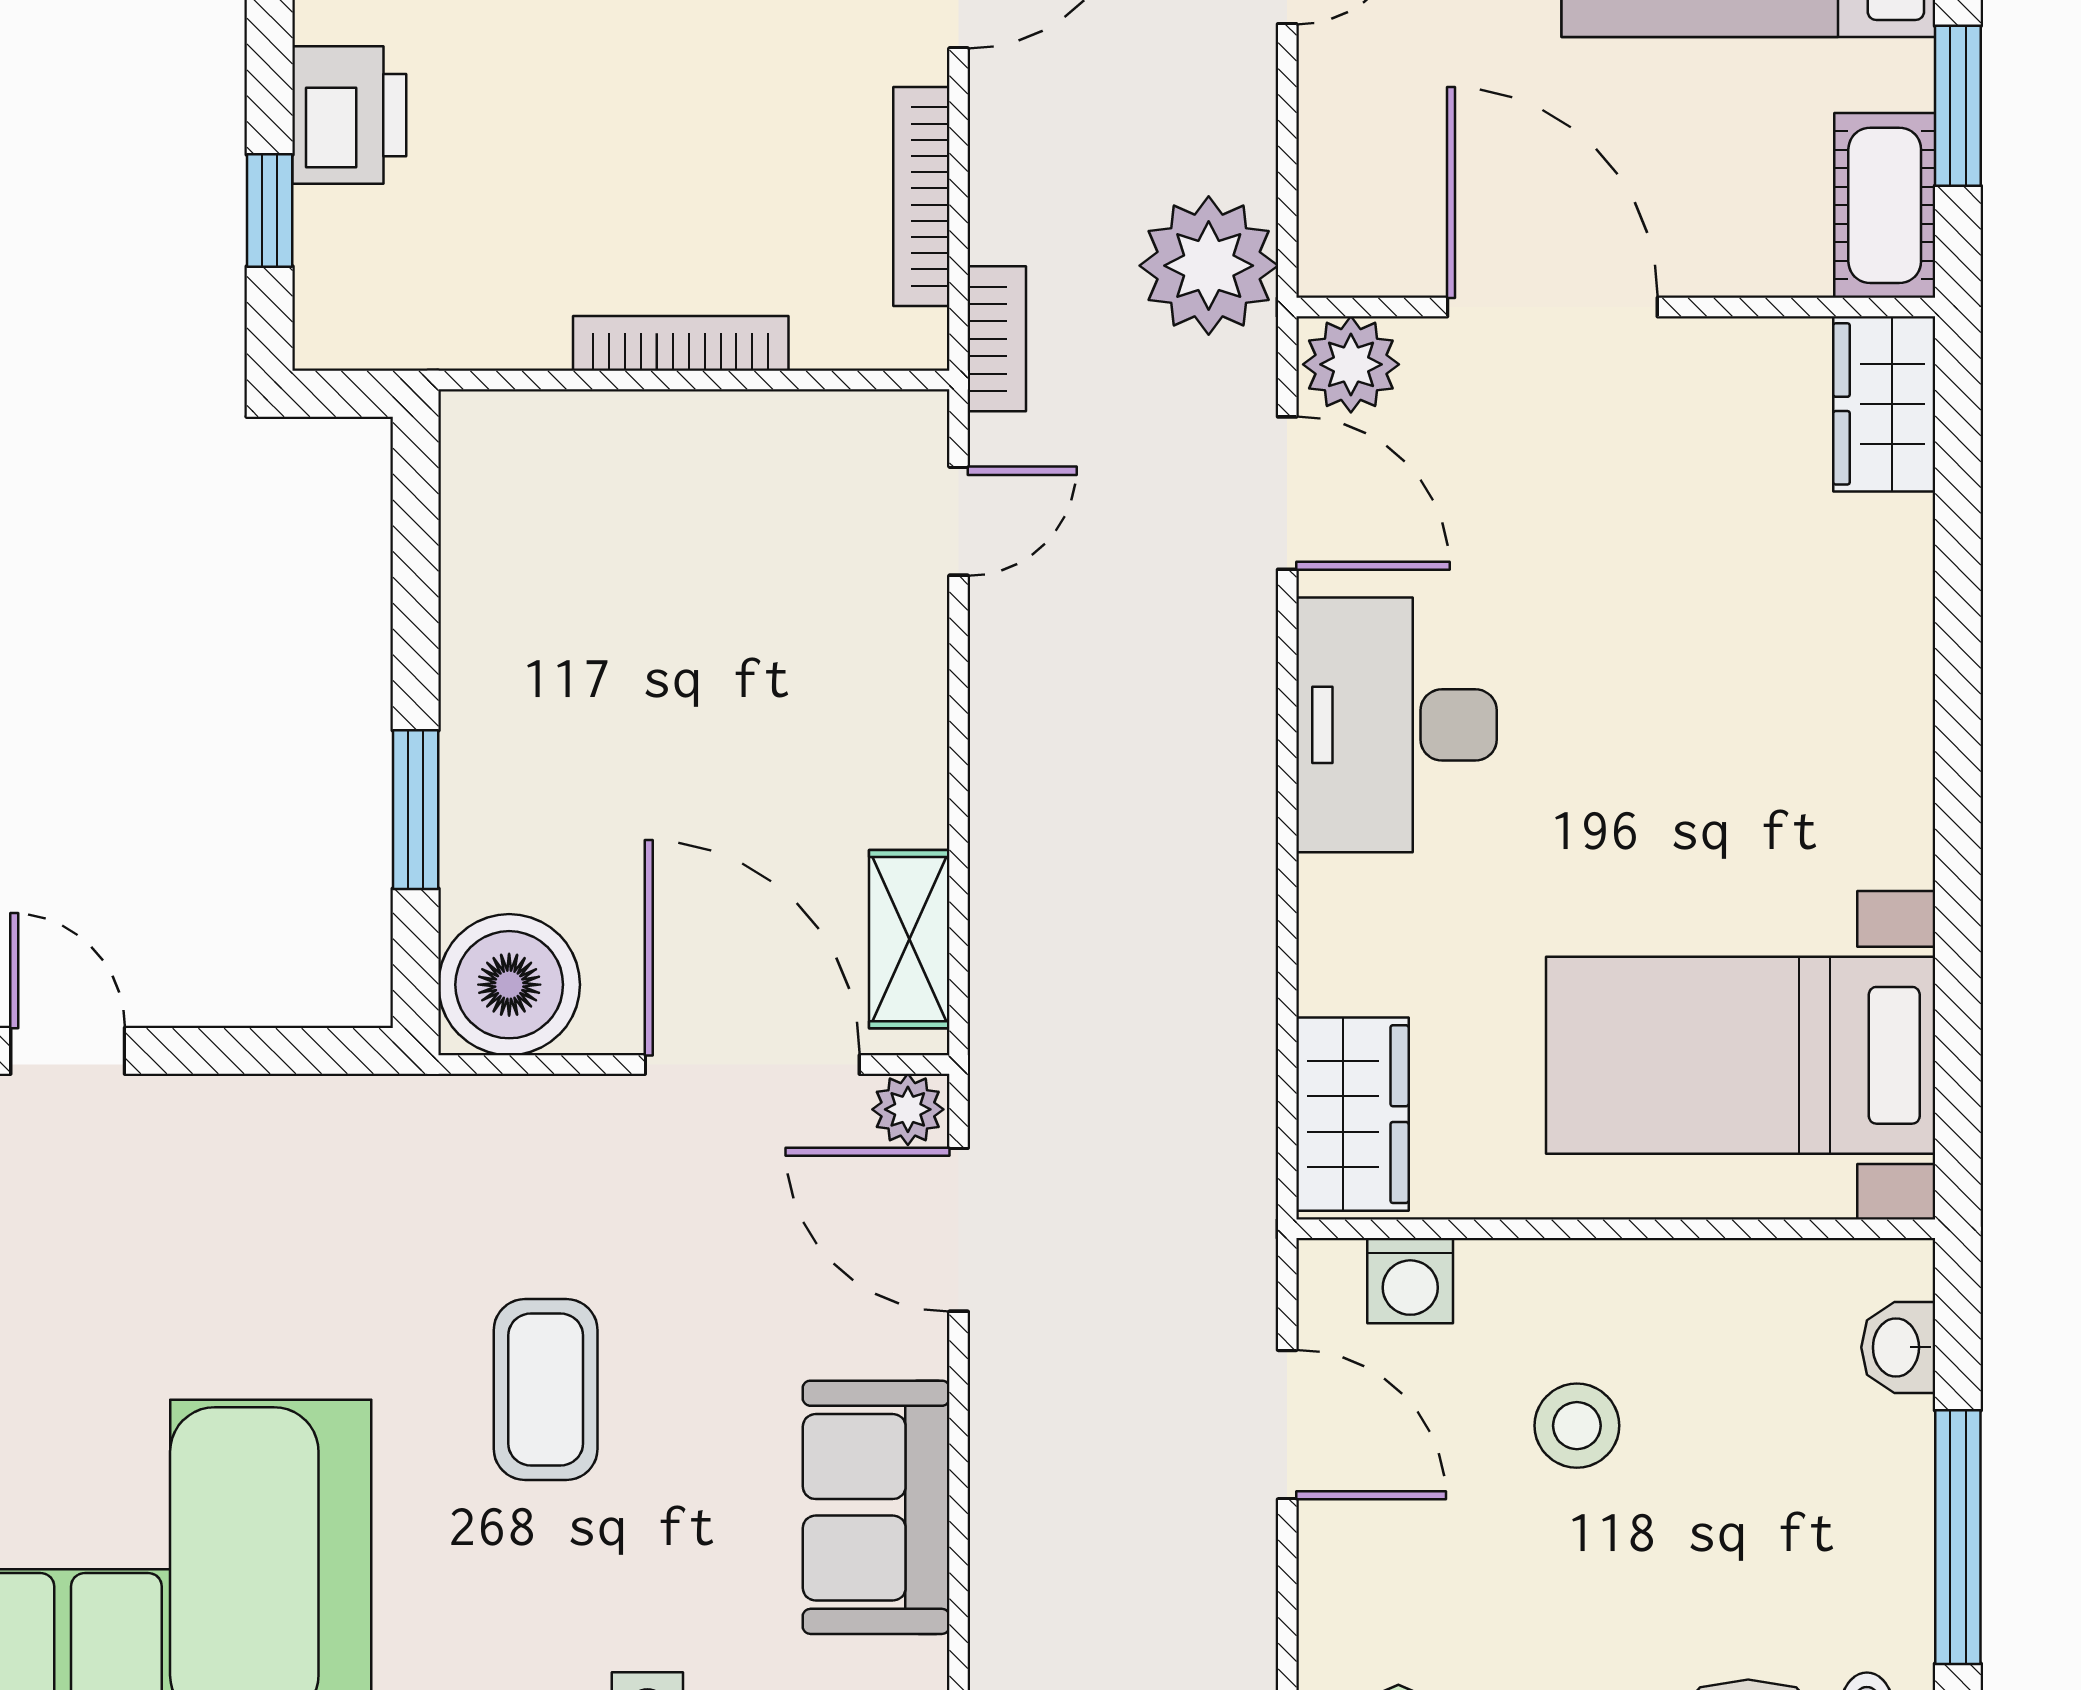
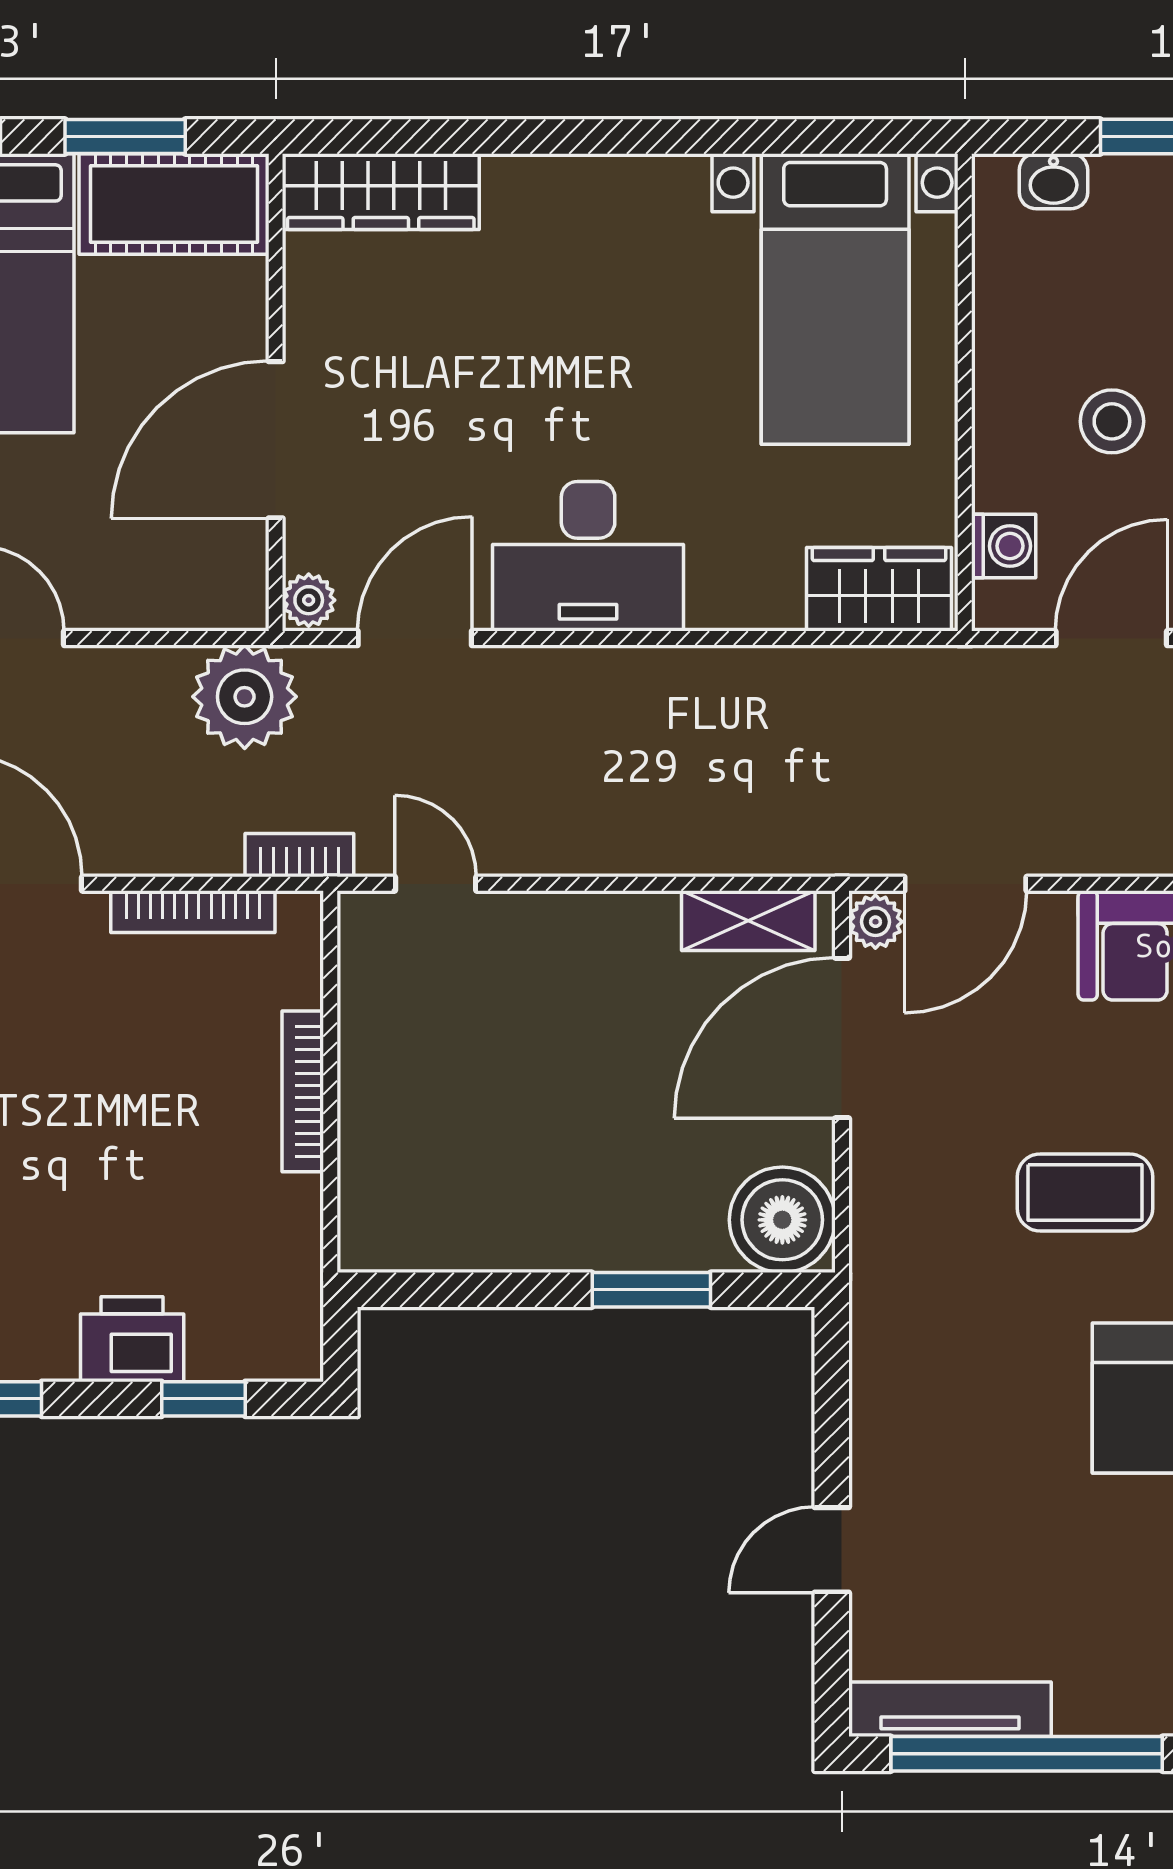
cot: (1885, 205) -> (174, 204), width x1.37, depth x1.34
plant: (1351, 364) -> (309, 600), width x0.73, depth x0.73
wardrobe: (1884, 404) -> (381, 192), width x1.50

